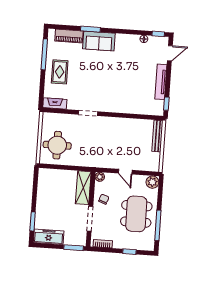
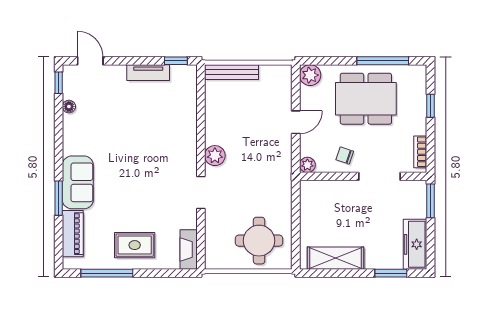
tv unit: (161, 82) -> (148, 73), width x0.71
plant: (109, 123) -> (215, 156), added
shelving: (83, 188) -> (335, 258), moved

